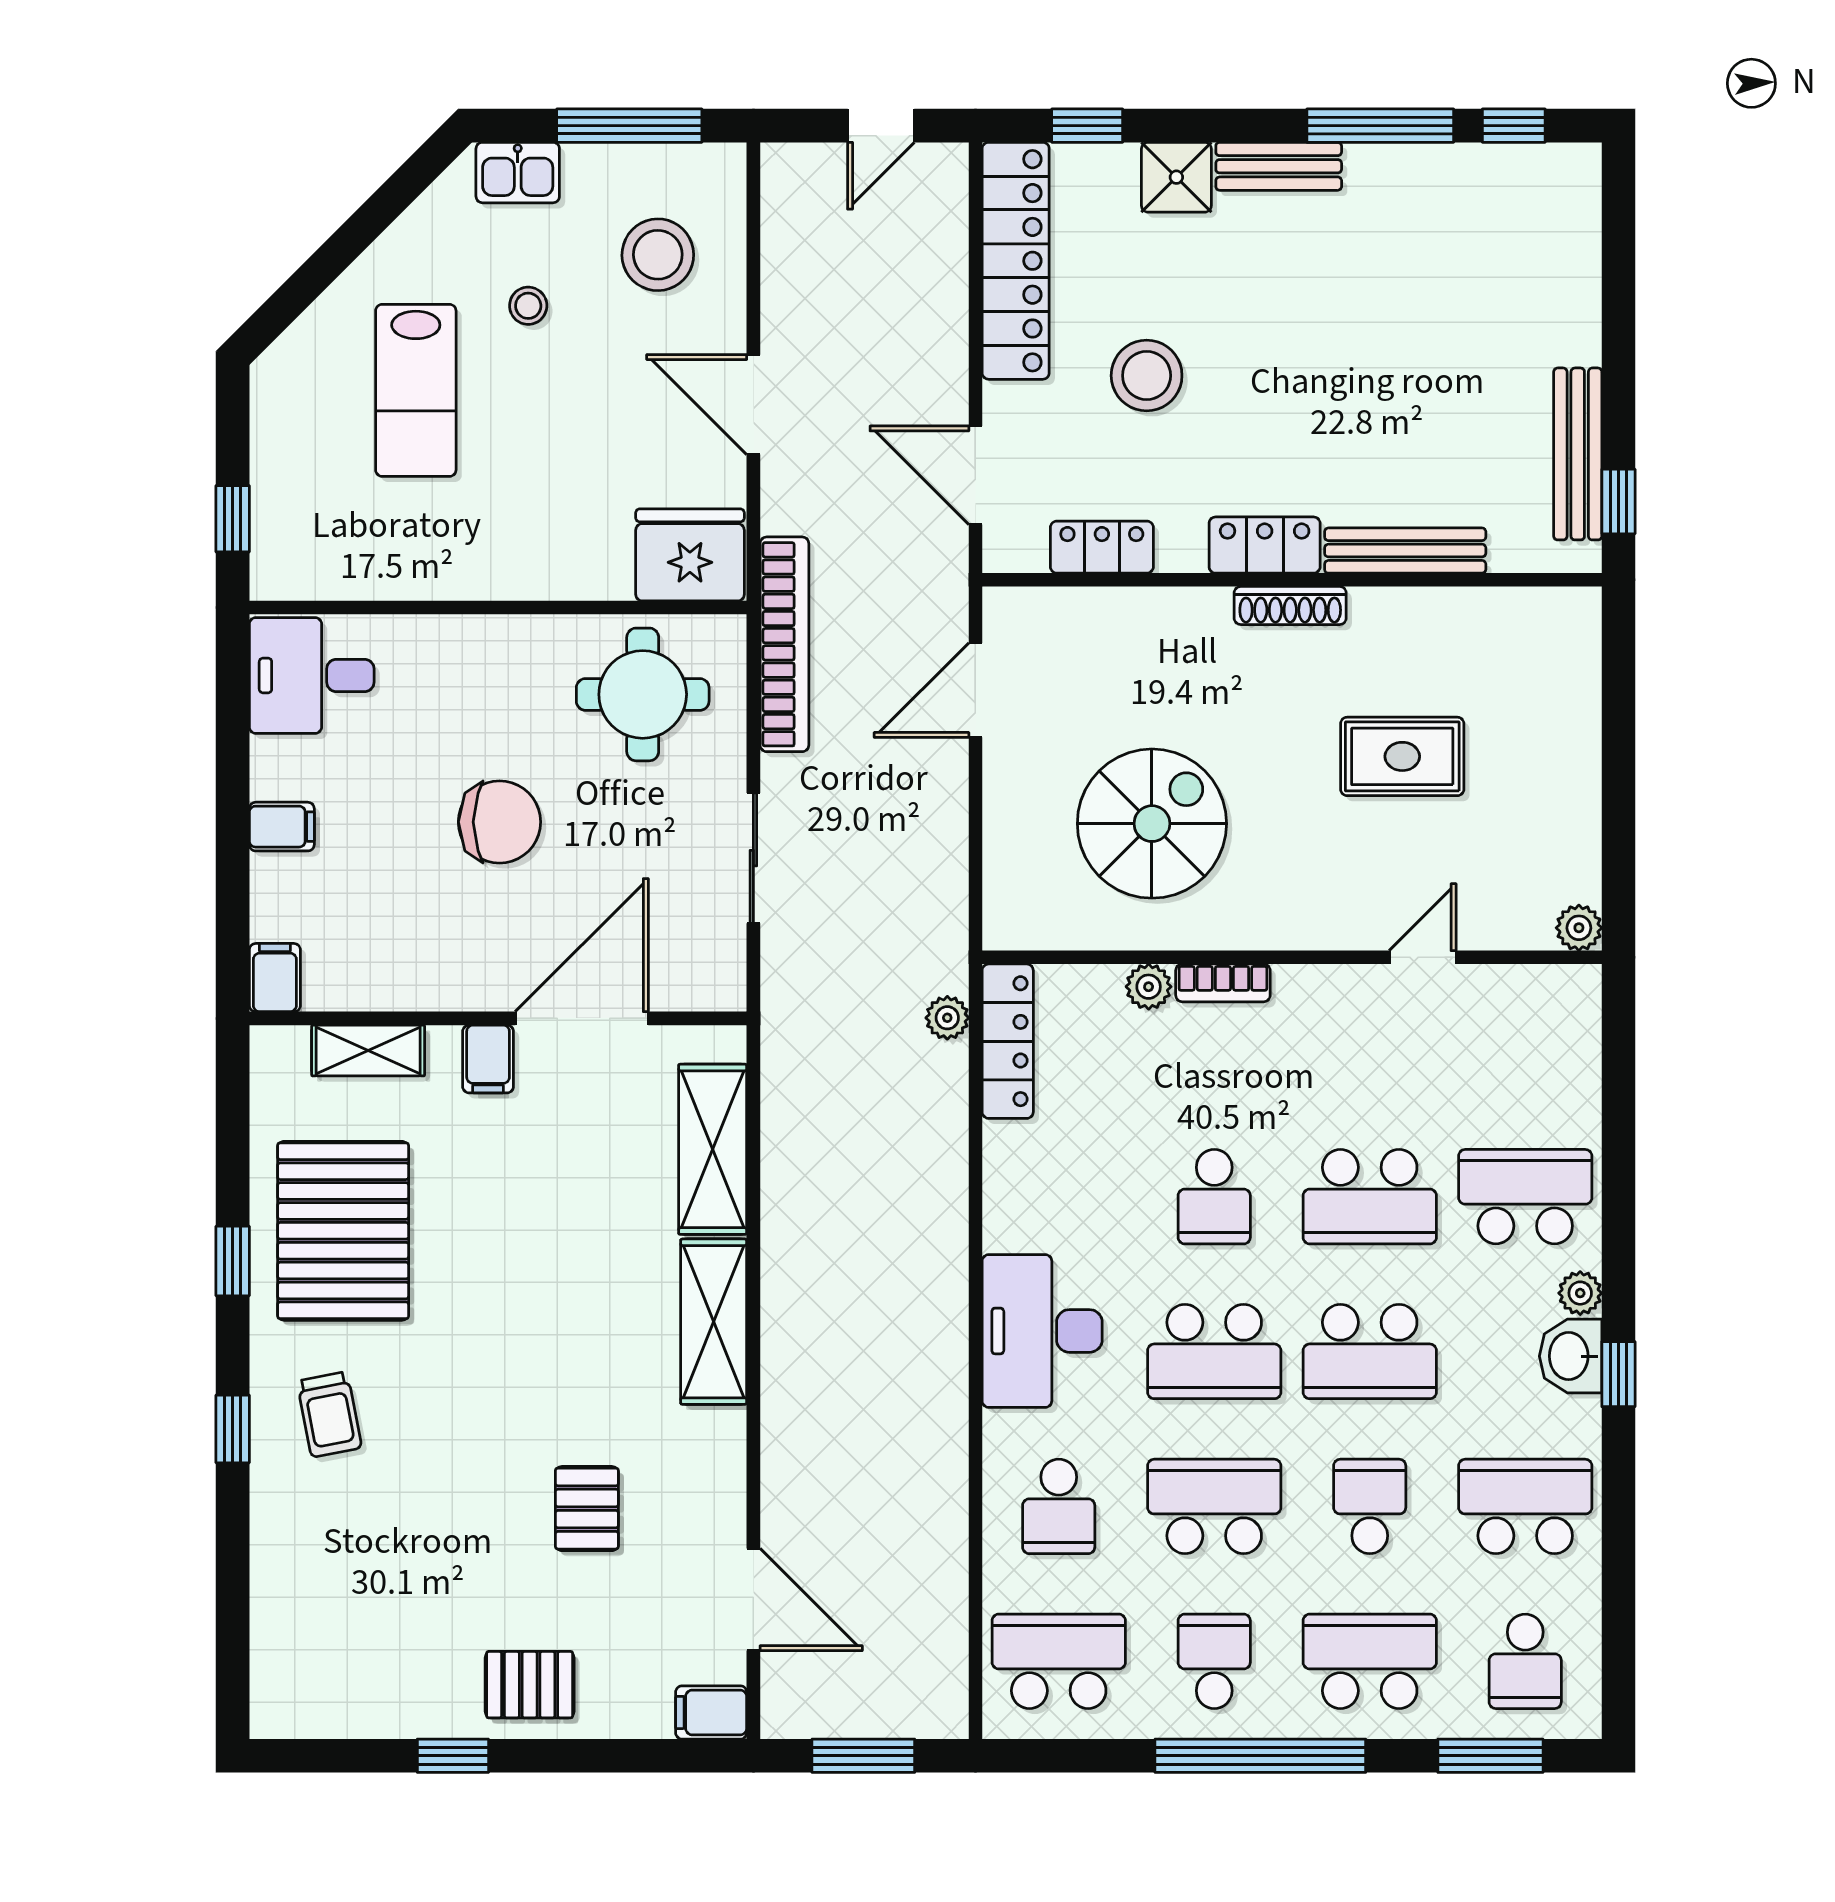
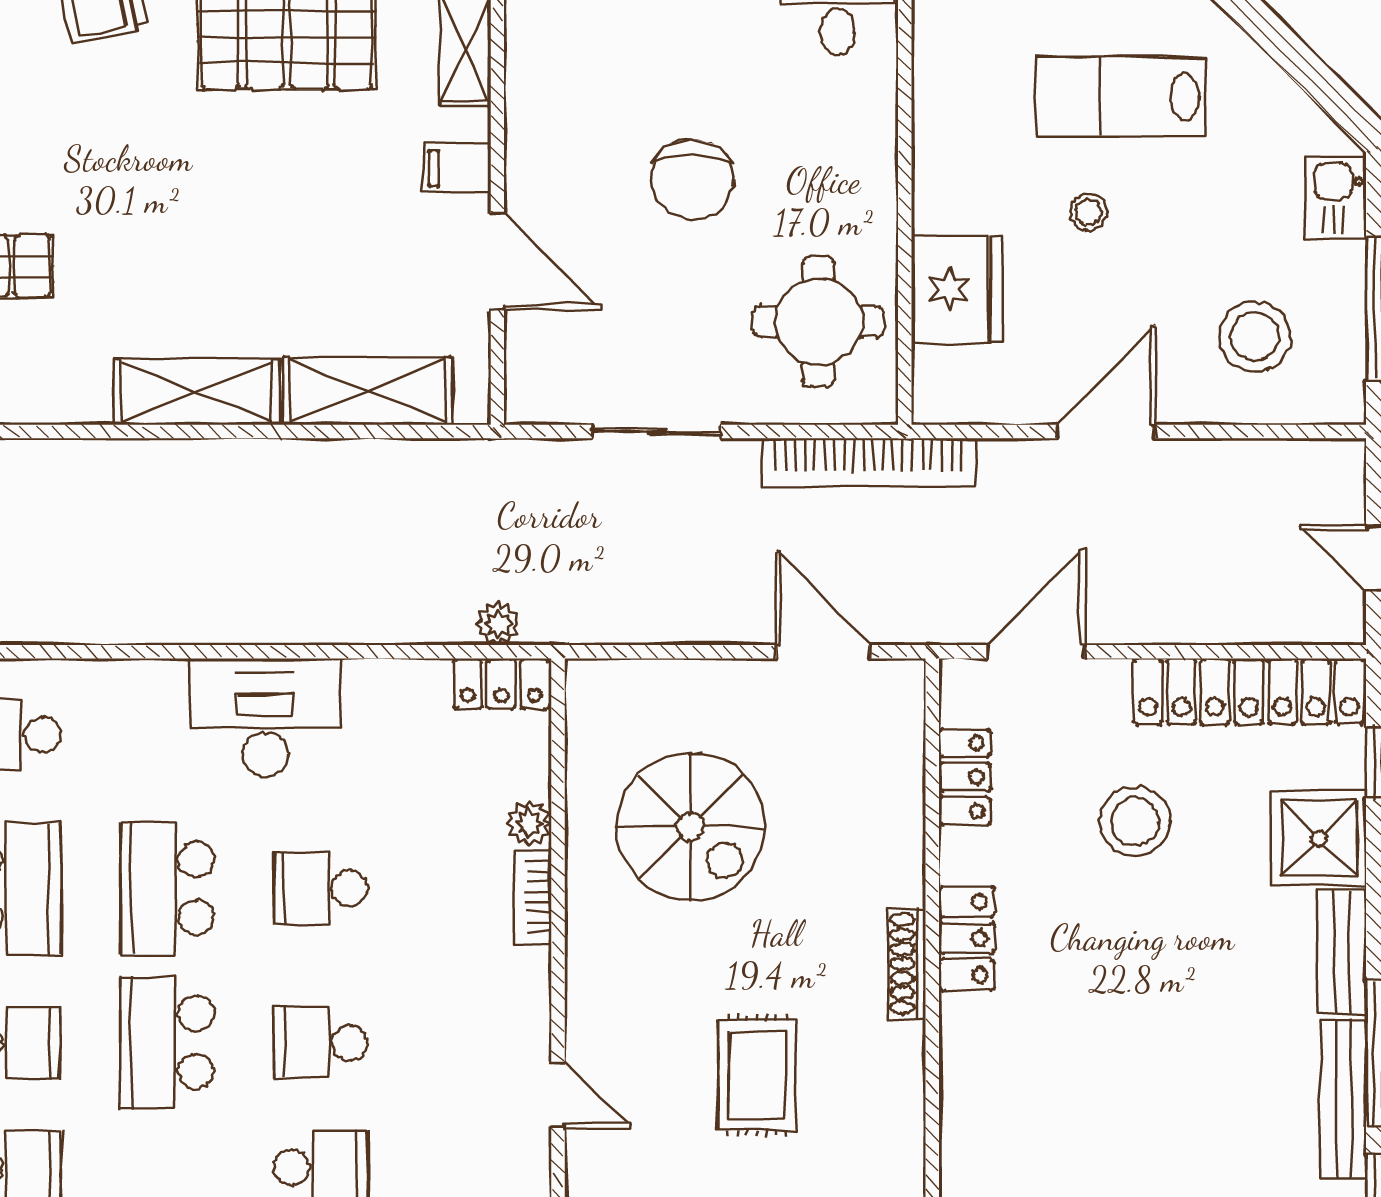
shower: (1176, 177) -> (1319, 838), width x1.36, depth x1.36
stool: (528, 306) -> (1089, 212), moved
bench: (1405, 551) -> (1344, 1099), moved
fridge: (690, 555) -> (957, 290), moved
door: (582, 1018) -> (497, 261), width x0.73
locker: (1008, 1041) -> (501, 684), width x0.66
school desk: (1370, 1197) -> (321, 1043), width x0.54
desk: (1042, 1331) -> (265, 718), moved

